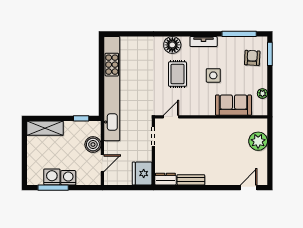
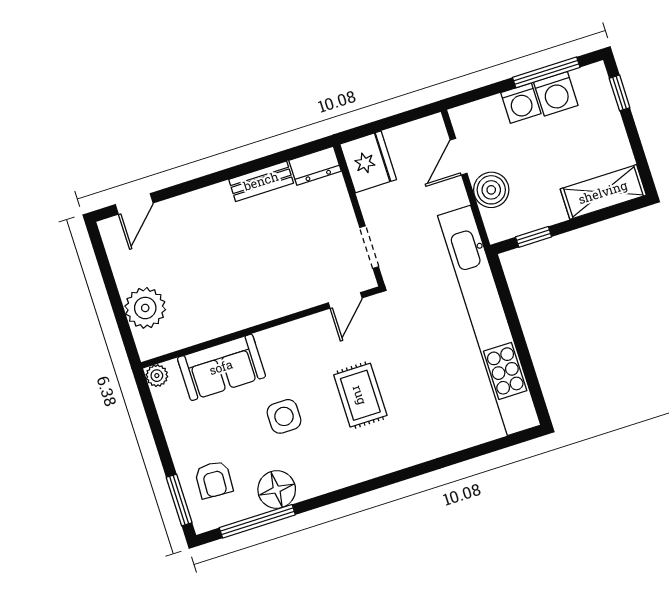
tv unit: (204, 42) -> (327, 481), removed
floor lamp: (172, 45) -> (277, 490), moved
plant: (262, 94) -> (157, 376), moved
window: (24, 169) -> (620, 93), added

